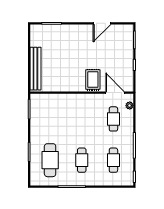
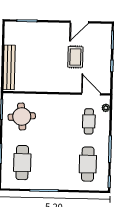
rug: (93, 80) -> (75, 57), moved
round table: (49, 116) -> (22, 117), added
cafe table: (82, 160) -> (55, 163), removed
cafe table: (113, 160) -> (88, 164), width x1.37, depth x1.35

